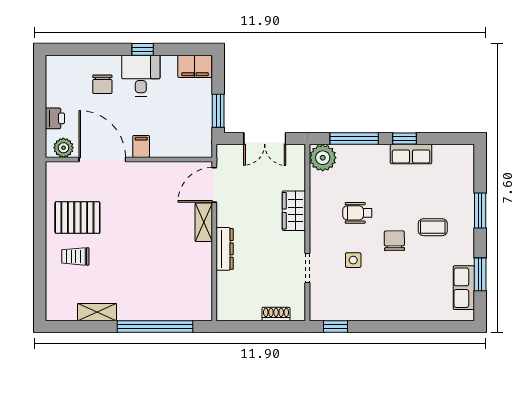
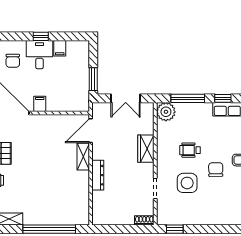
filing cabinet: (195, 66) -> (60, 48), moved, width x0.50
side table: (353, 260) -> (187, 183), width x1.87, depth x1.87
shoe rack: (276, 314) -> (144, 220), moved

